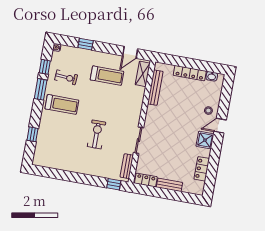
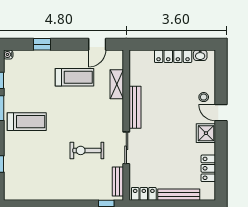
shelving: (143, 74) -> (117, 84), moved
exercise bike: (66, 77) -> (26, 88), removed
bench: (155, 88) -> (135, 107), moved
door: (220, 126) -> (221, 113), hinge flipped
exercise bike: (97, 134) -> (87, 150), moved, turned -90
bench: (169, 185) -> (179, 195), width x1.36

